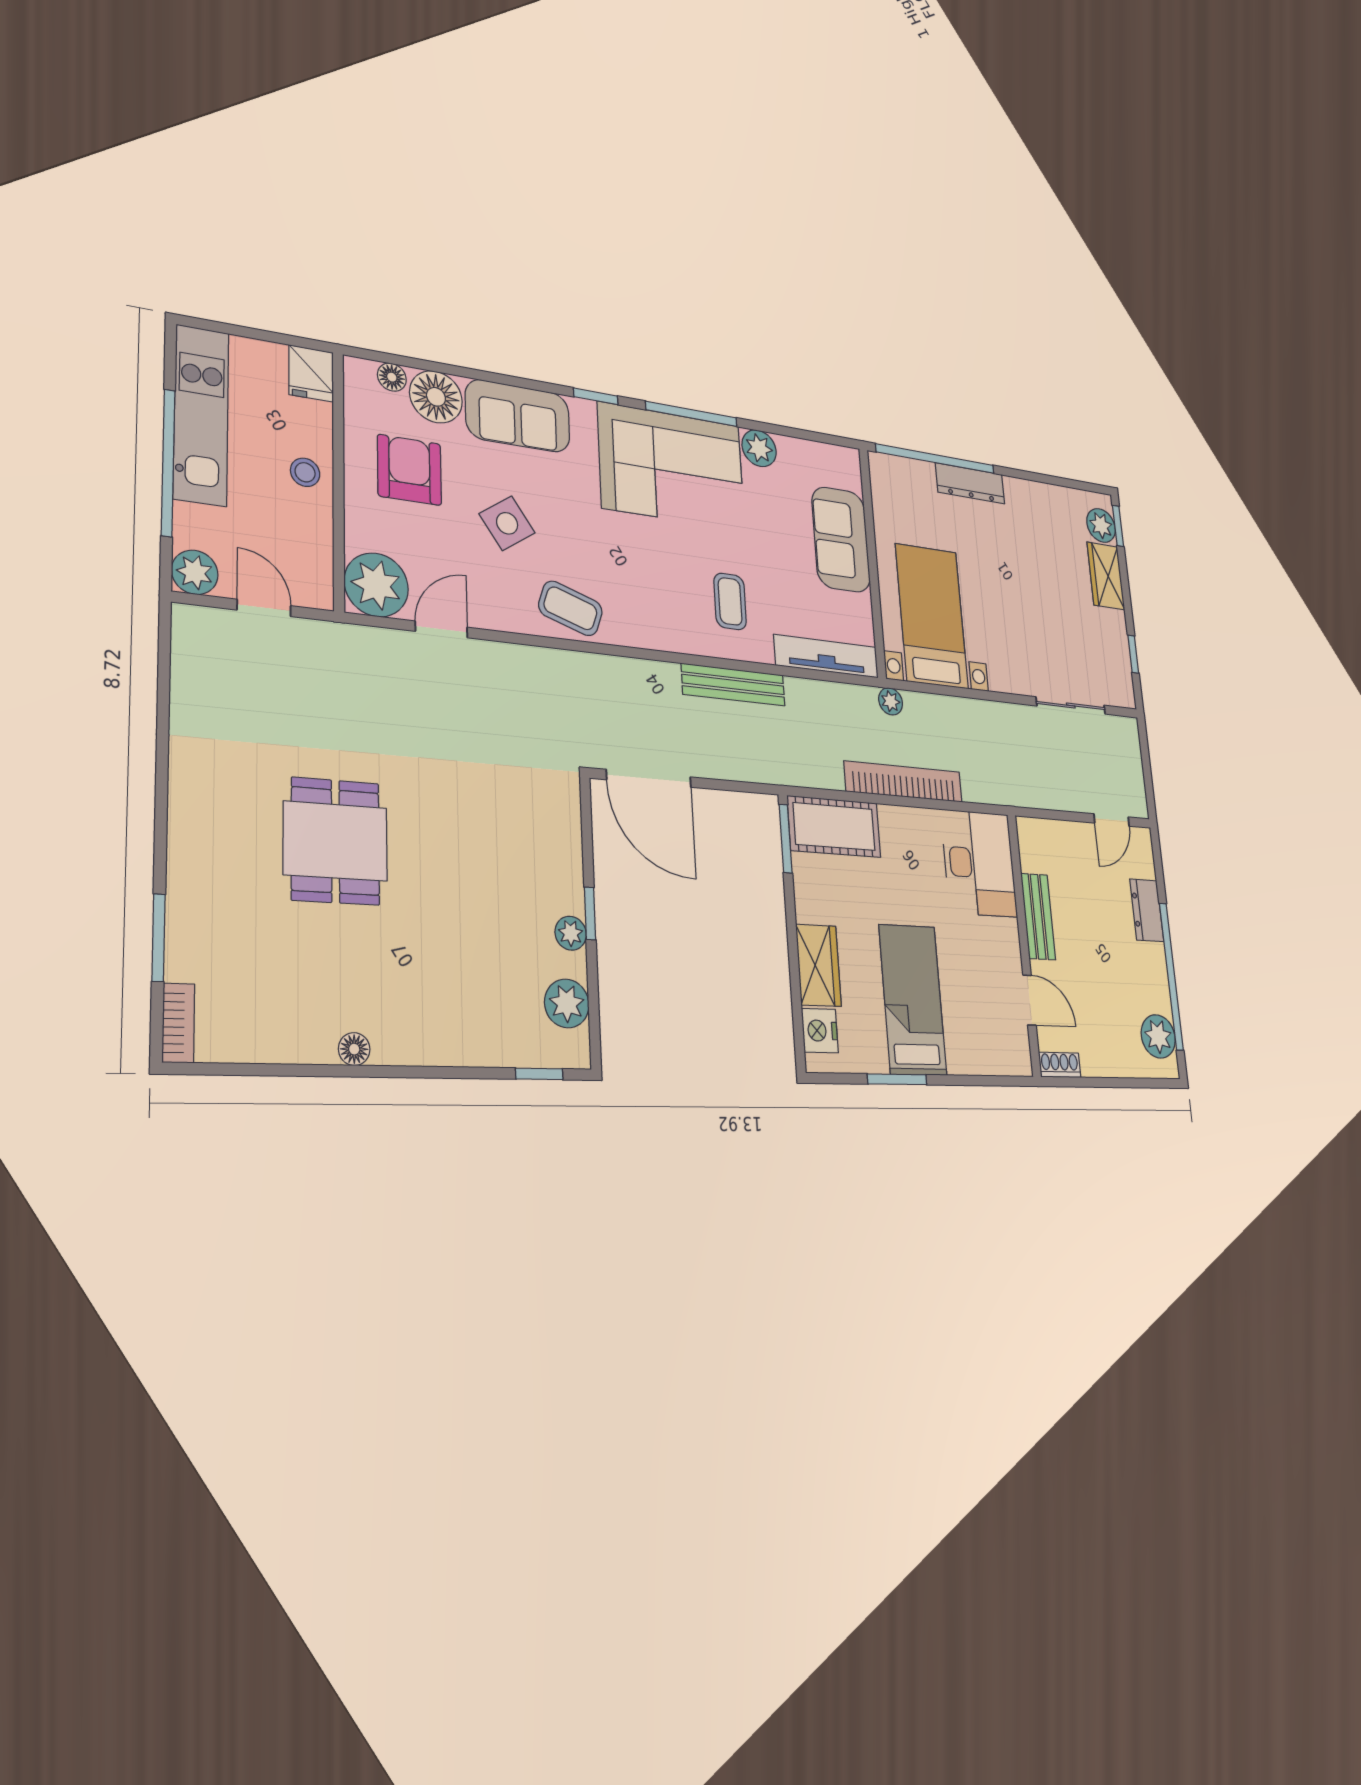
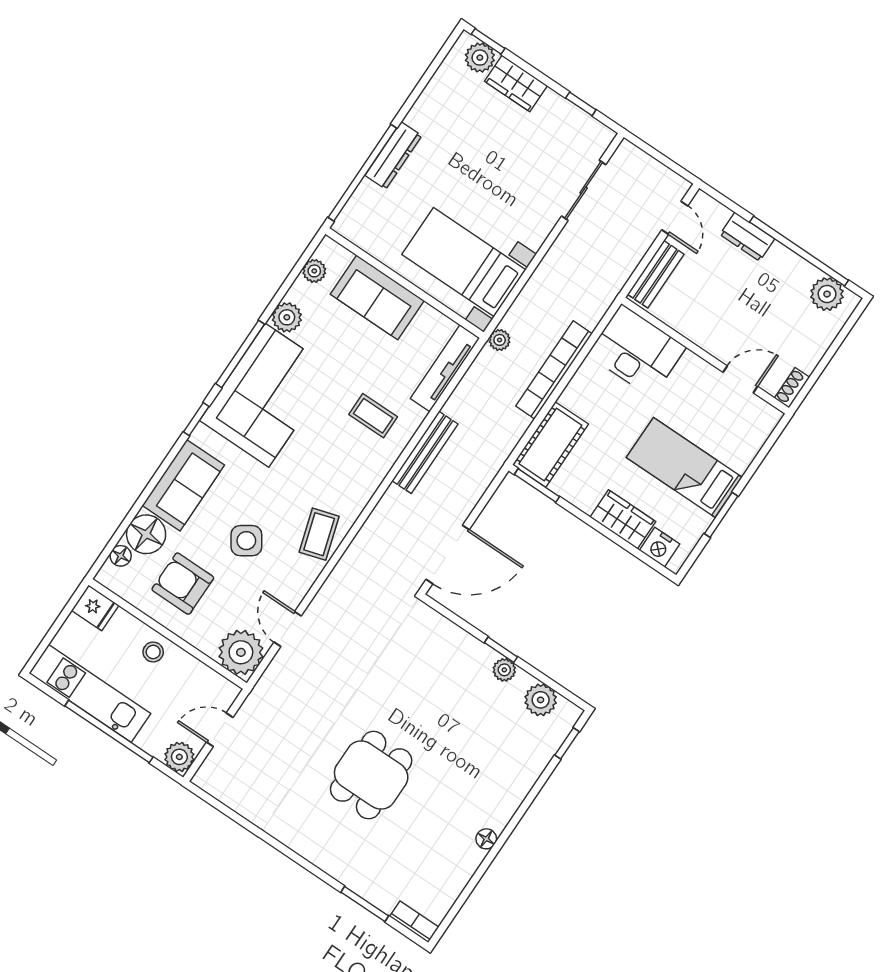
plant: (820, 455) -> (314, 271), added
coffee table: (570, 608) -> (319, 534), turned -36
dining table: (335, 841) -> (371, 775), turned 90
bench: (1038, 917) -> (656, 274), moved, turned 90

